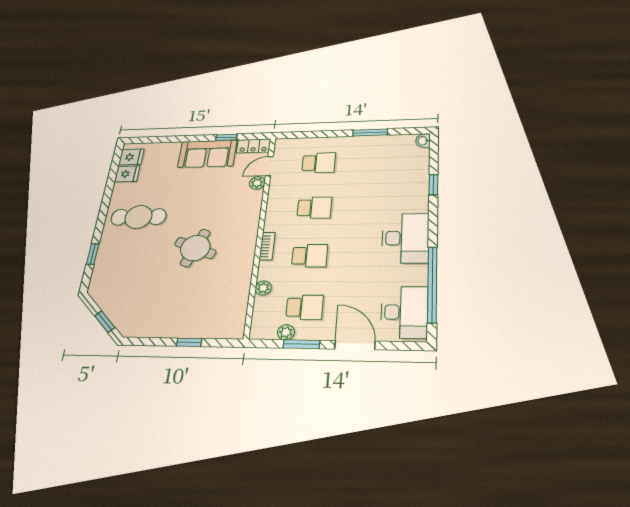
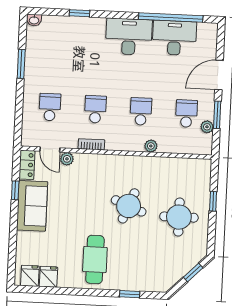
bookcase: (267, 246) -> (91, 144), moved
plant: (263, 288) -> (151, 146), moved
round table: (175, 303) -> (179, 217), added
desk: (404, 312) -> (174, 38), moved

